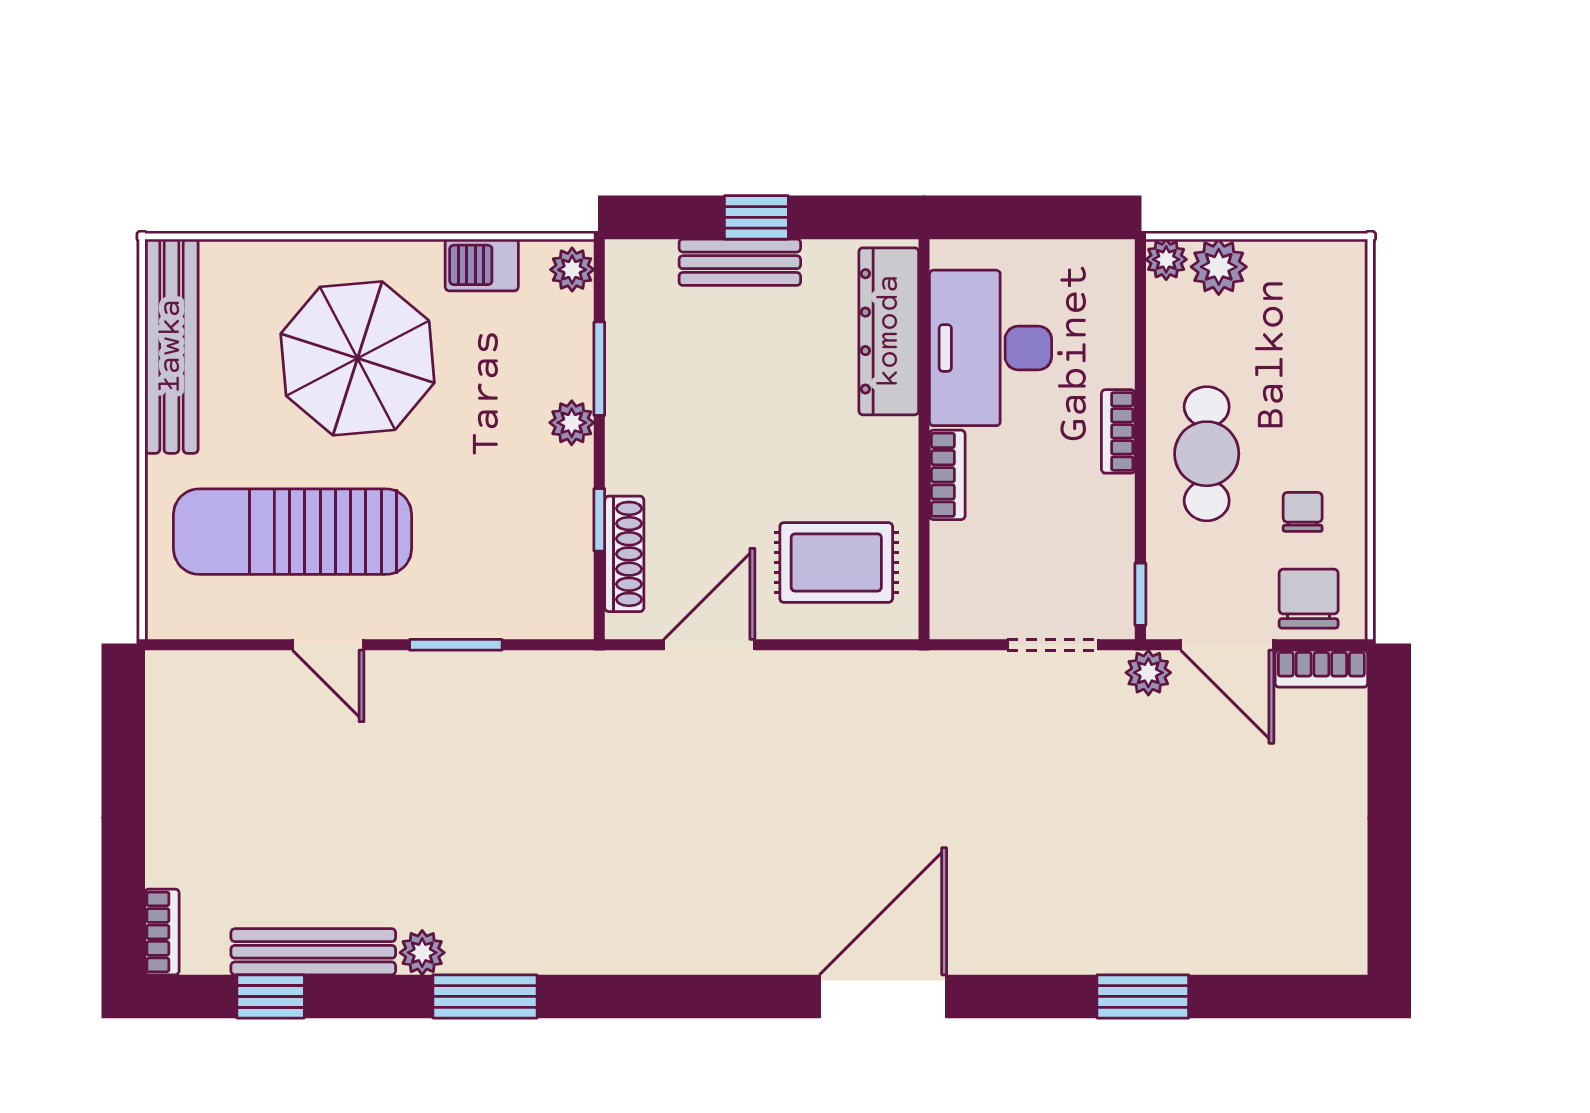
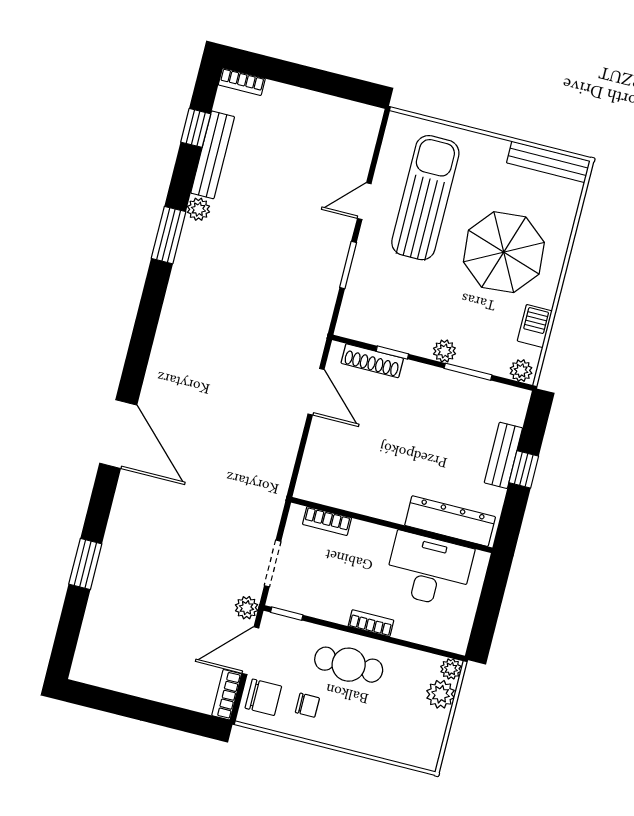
bench: (171, 346) -> (548, 162), width x0.73, depth x0.82
bookcase: (947, 475) -> (327, 521), moved
rug: (836, 562) -> (341, 466), removed

